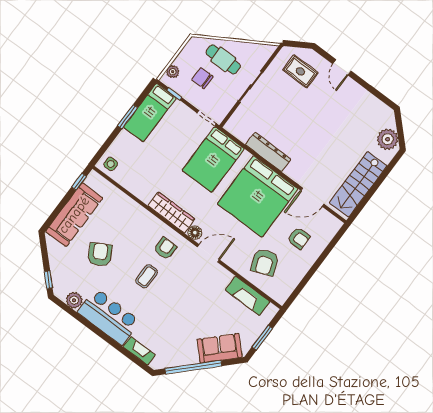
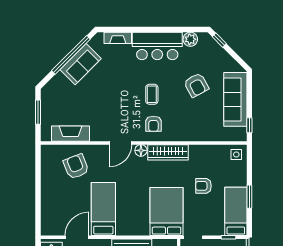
bed: (258, 196) -> (103, 209), width x0.49
armchair: (299, 238) -> (204, 186), moved
sofa: (220, 348) -> (81, 64), moved

